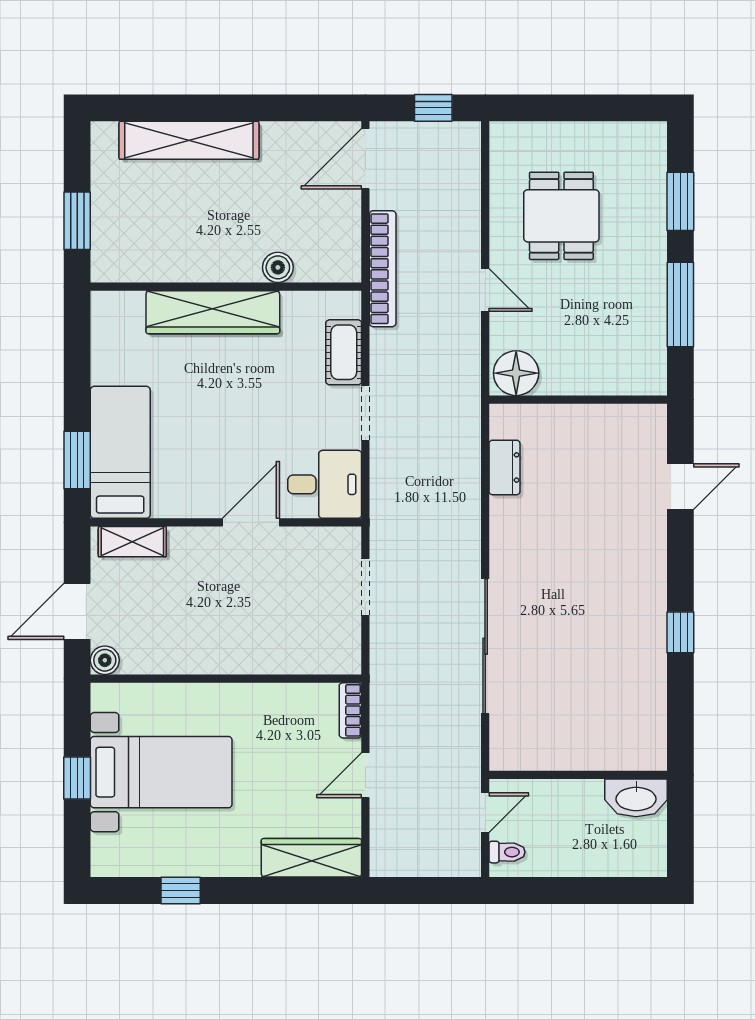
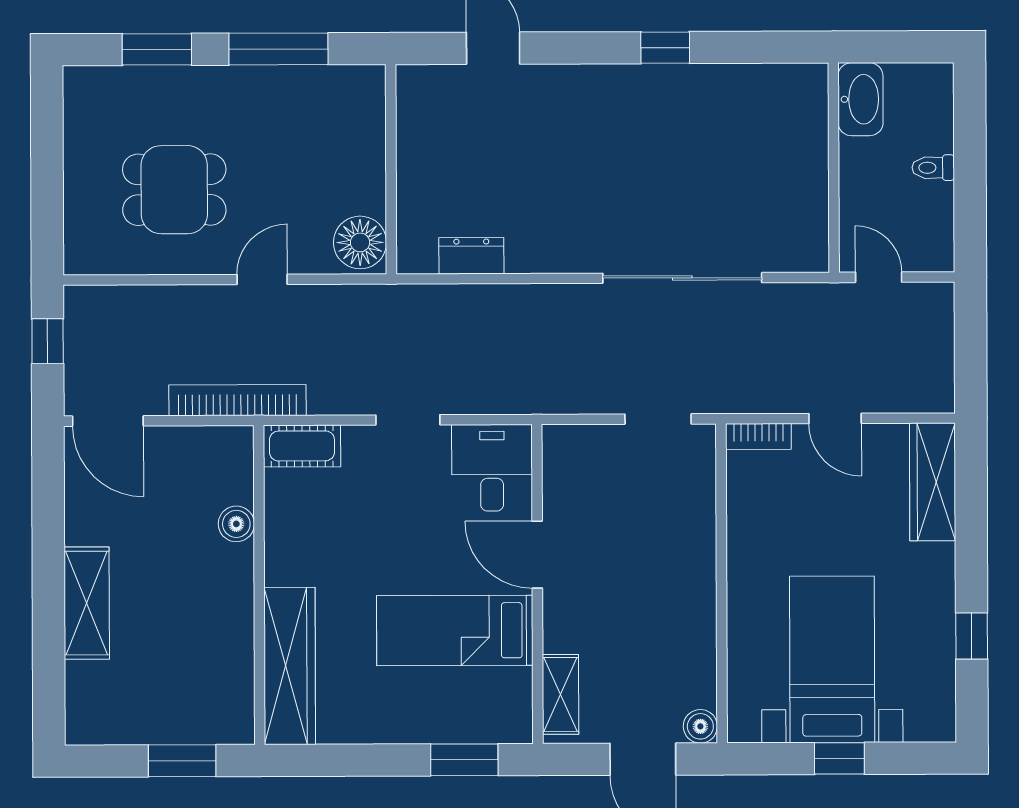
shelving: (189, 140) -> (87, 603), width x0.68
wardrobe: (213, 312) -> (290, 666), moved
cot: (344, 352) -> (302, 446), moved
bed: (120, 452) -> (455, 630), moved
doorway: (365, 587) -> (658, 419), moved
toilet: (507, 852) -> (933, 168), moved, turned -90

